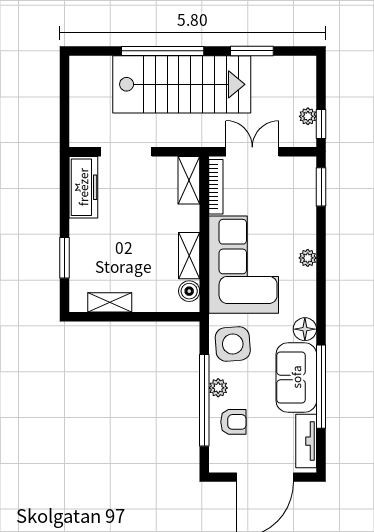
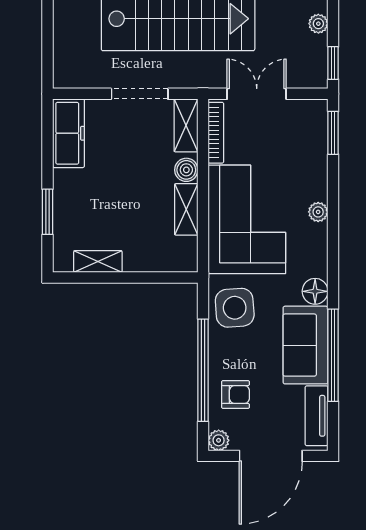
plant: (308, 116) -> (318, 24), moved
doorway: (126, 152) -> (140, 94), moved
boiler: (189, 291) -> (186, 170), moved
plant: (218, 388) -> (219, 440), moved

